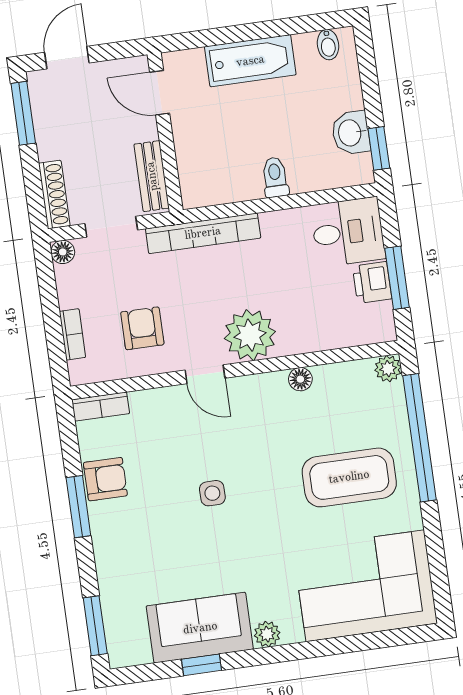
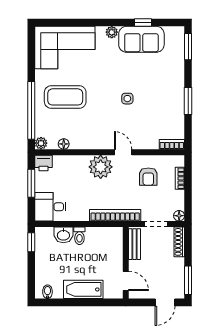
washbasin: (351, 133) -> (63, 235), moved, turned 90
printer: (372, 283) -> (44, 163), moved, turned 90
floor lamp: (300, 379) -> (64, 144), moved
armchair: (105, 479) -> (174, 112), removed

